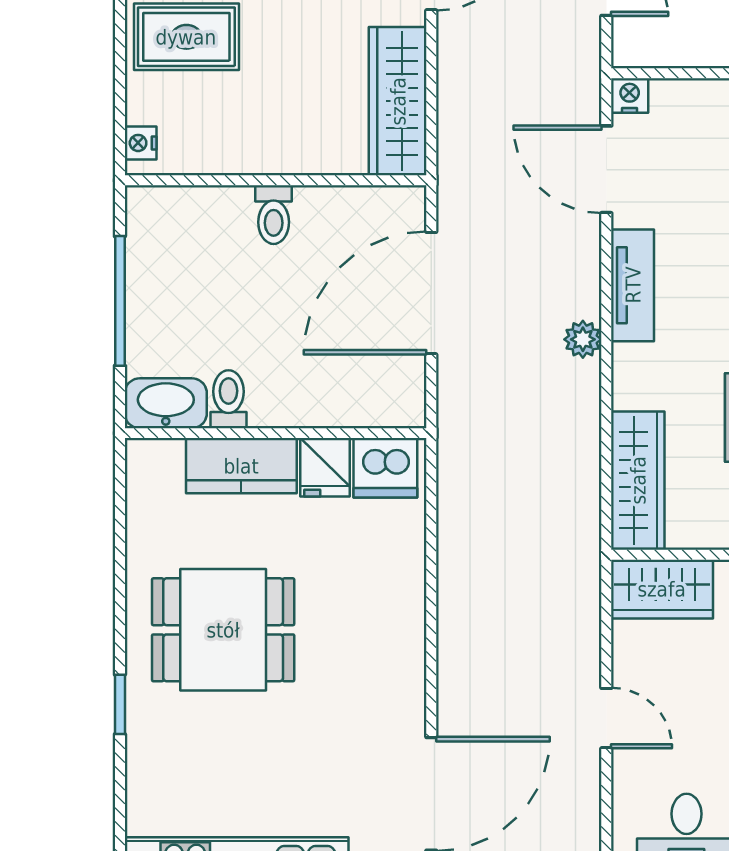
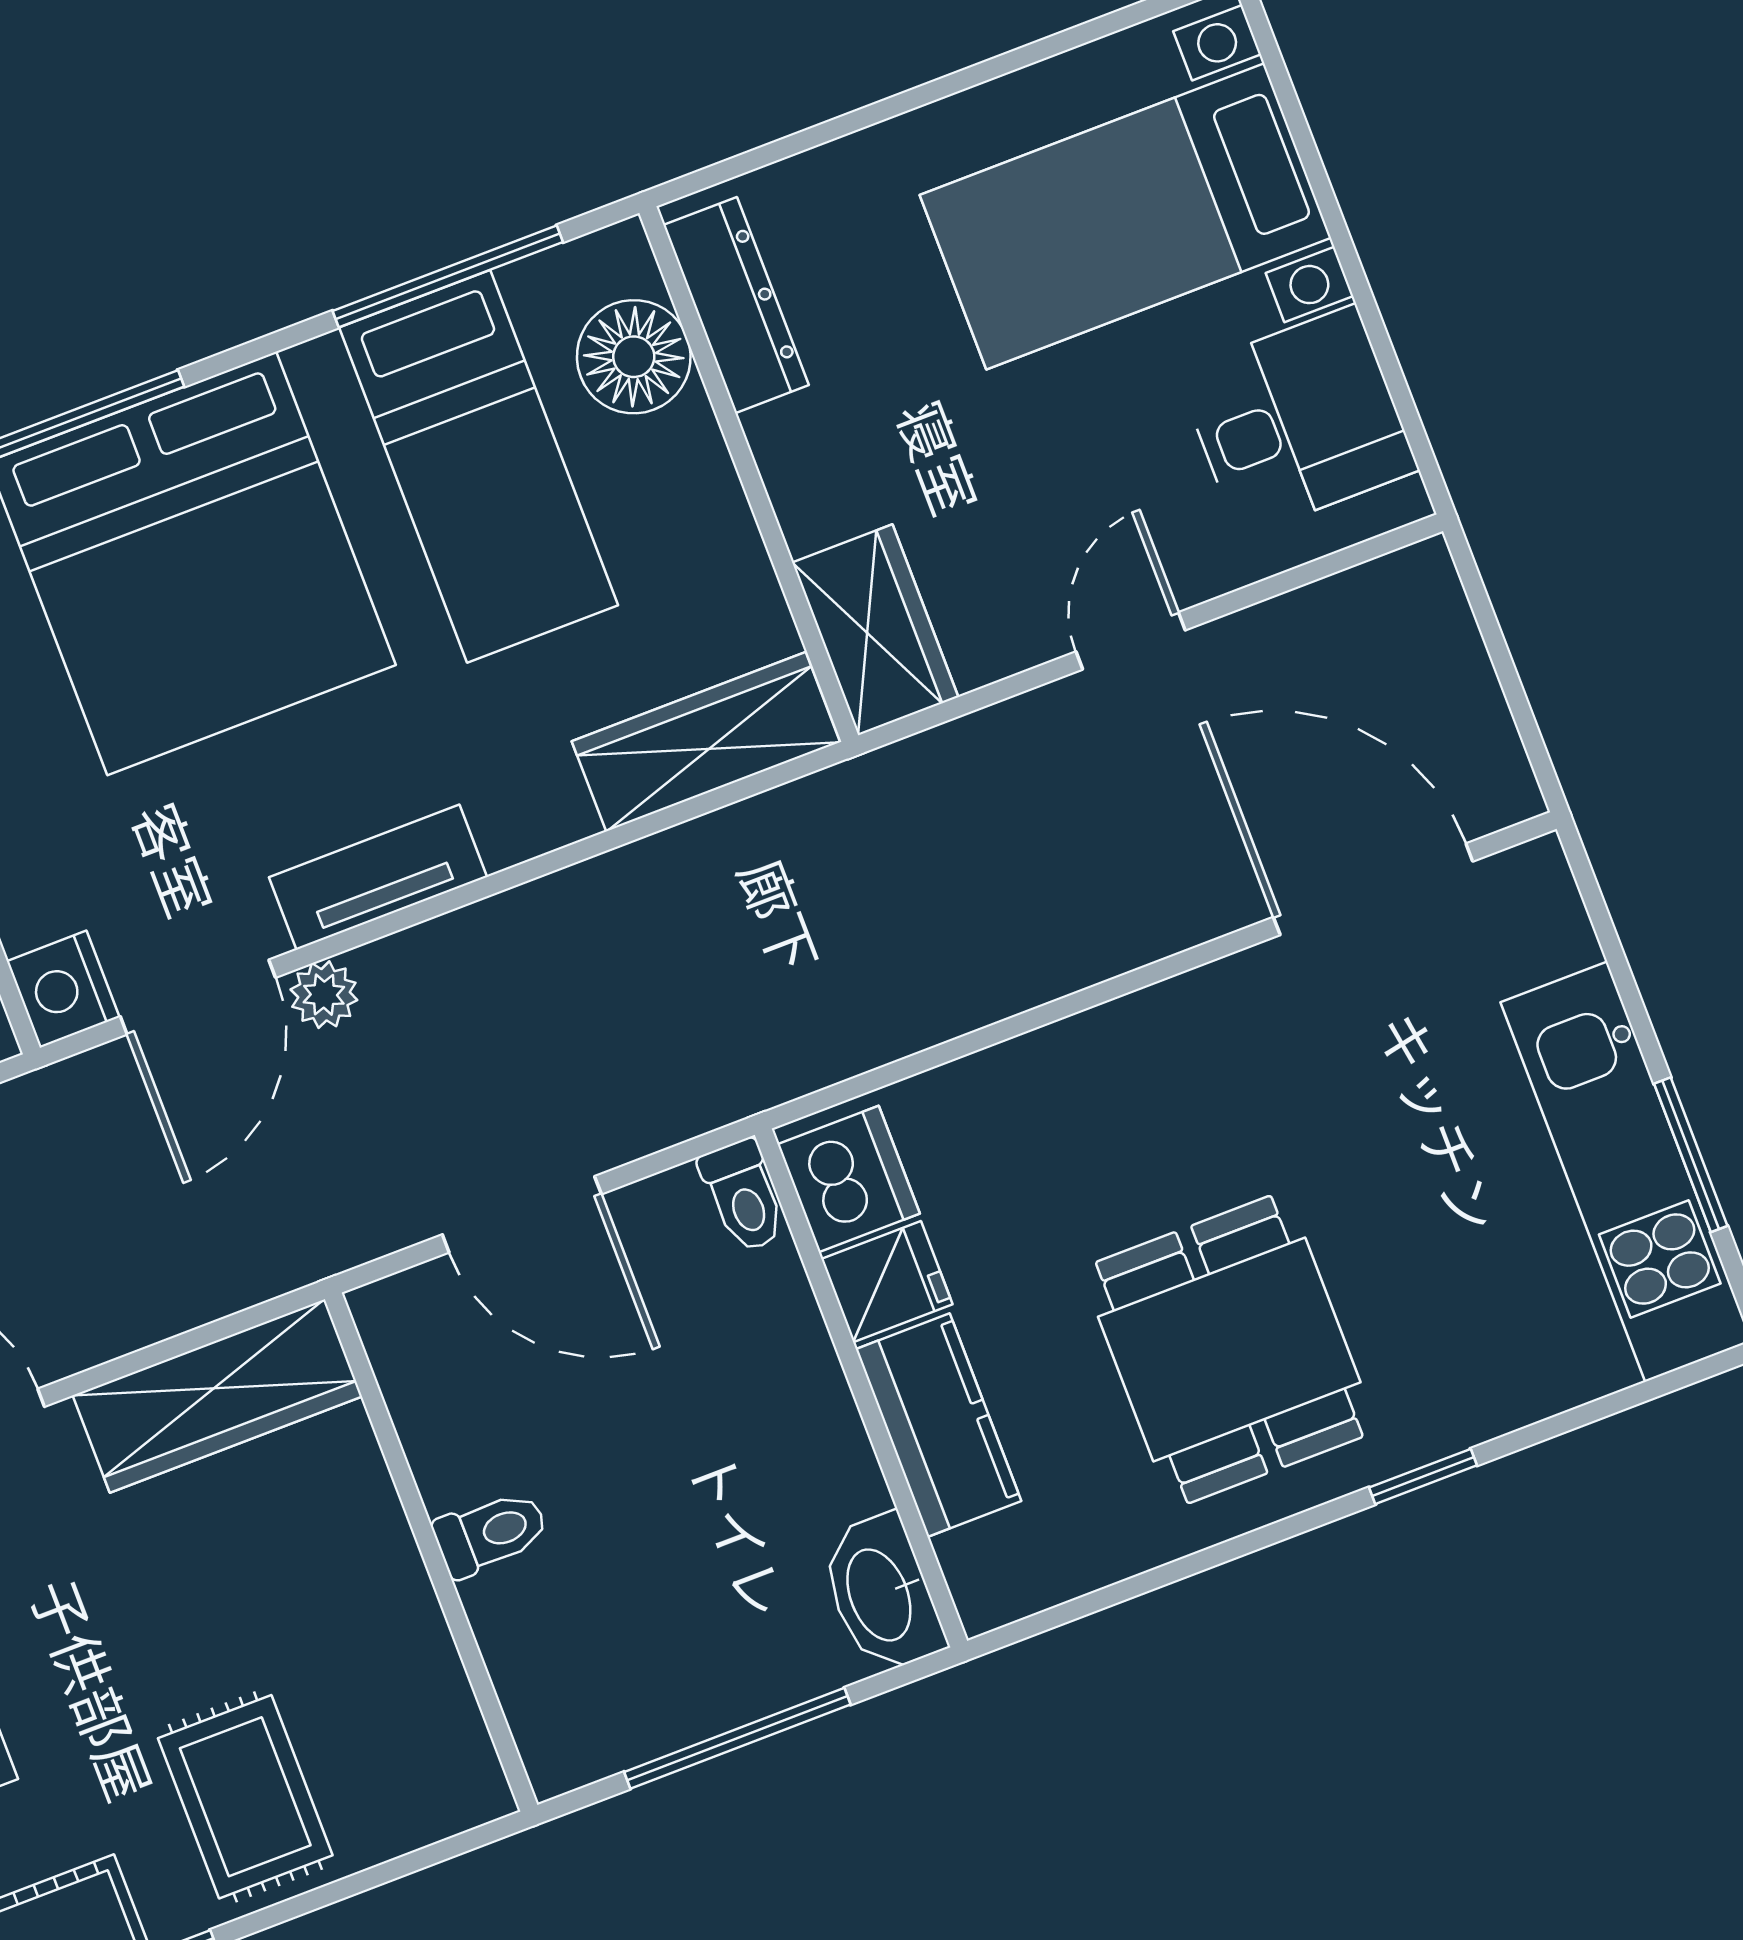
nightstand: (630, 95) -> (63, 989), width x1.39, depth x1.35
nightstand: (141, 143) -> (455, 1806), removed
door: (431, 293) -> (522, 1214), width x0.73
plant: (583, 339) -> (324, 995), moved
toilet: (228, 399) -> (743, 1196), moved, turned -90

